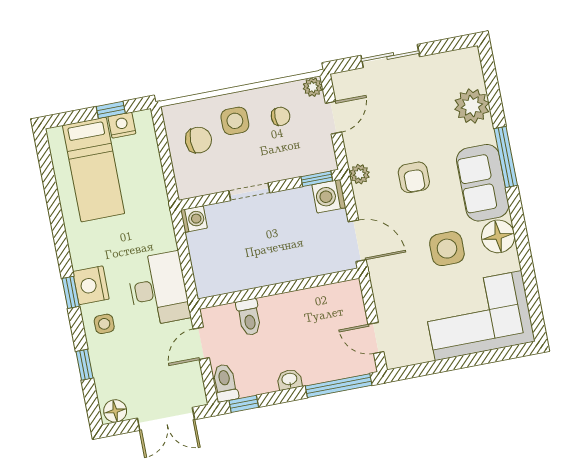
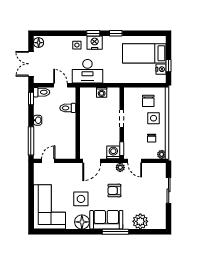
door: (333, 118) -> (135, 161), moved
washing machine: (194, 219) -> (102, 92), moved
window: (85, 365) -> (116, 33), moved

